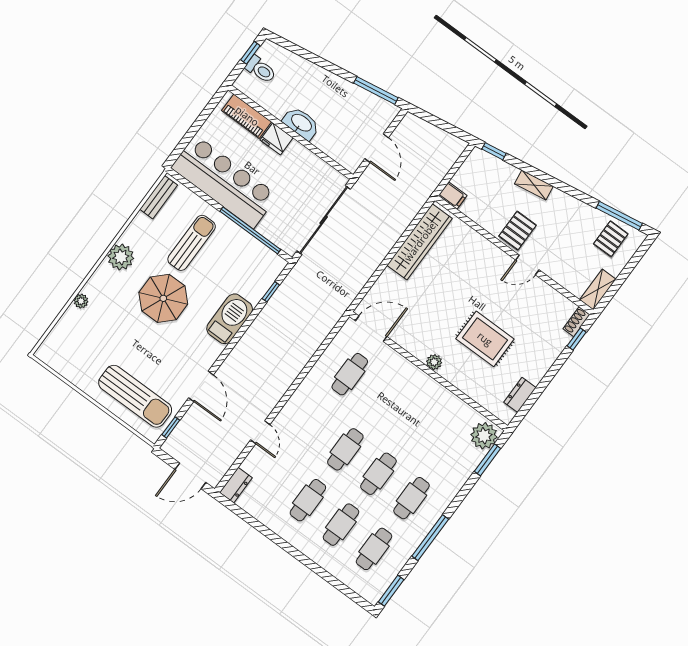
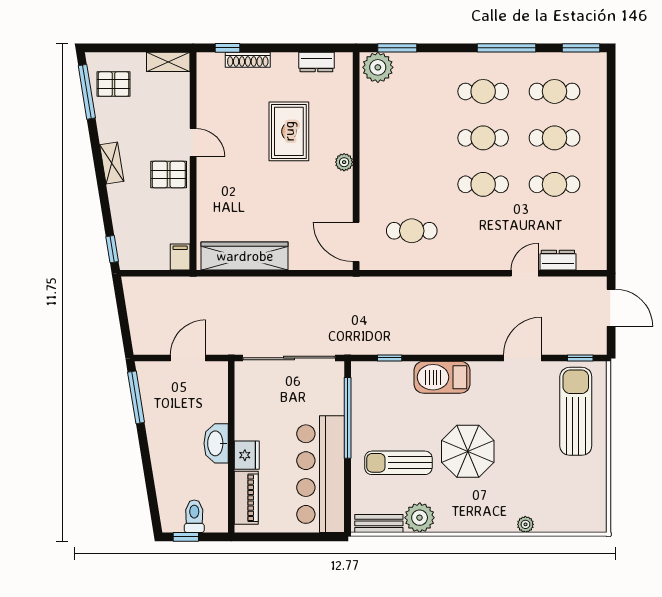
shelving: (534, 185) -> (112, 163), moved
plant: (121, 257) -> (420, 518), moved
shoe rack: (576, 322) -> (248, 60), moved, width x1.43
dresser: (236, 485) -> (558, 260), moved

